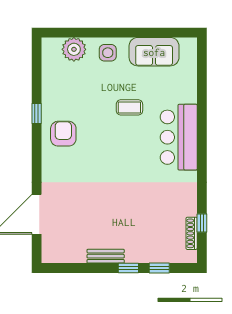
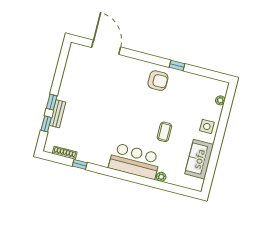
plant: (74, 49) -> (220, 100), width x0.53, depth x0.53
plant: (191, 96) -> (161, 177), added
window: (202, 223) -> (80, 164), moved
bench: (106, 256) -> (58, 114), moved

